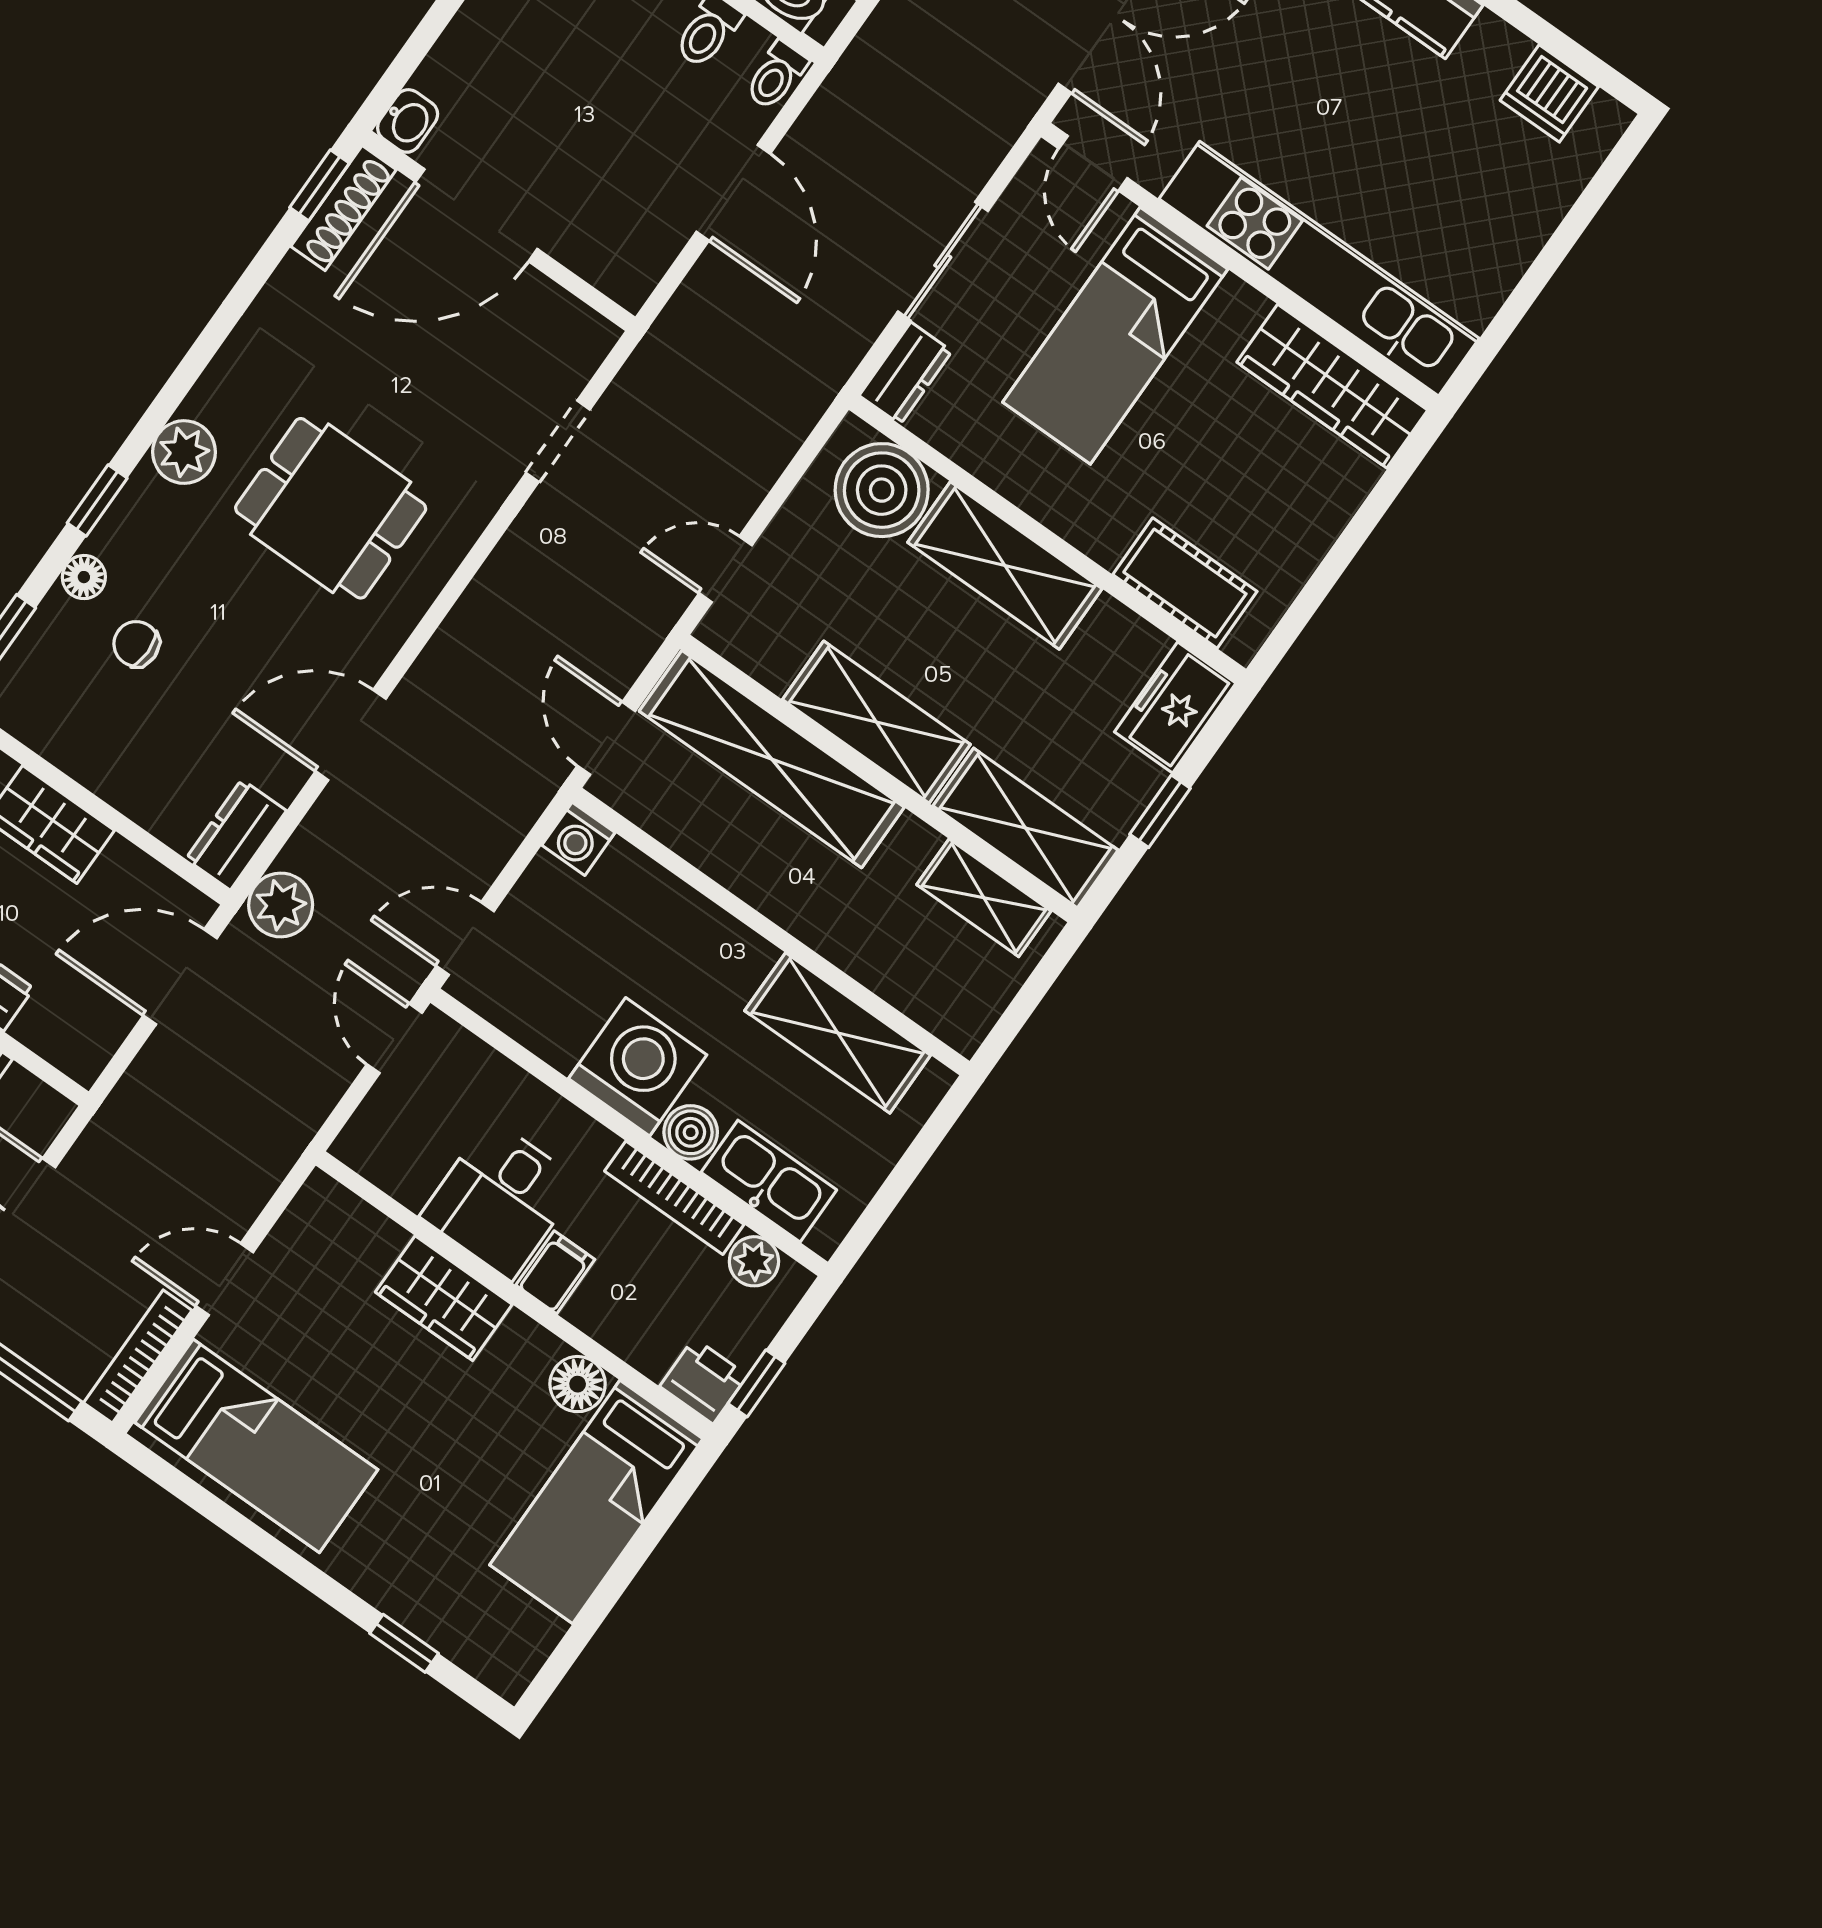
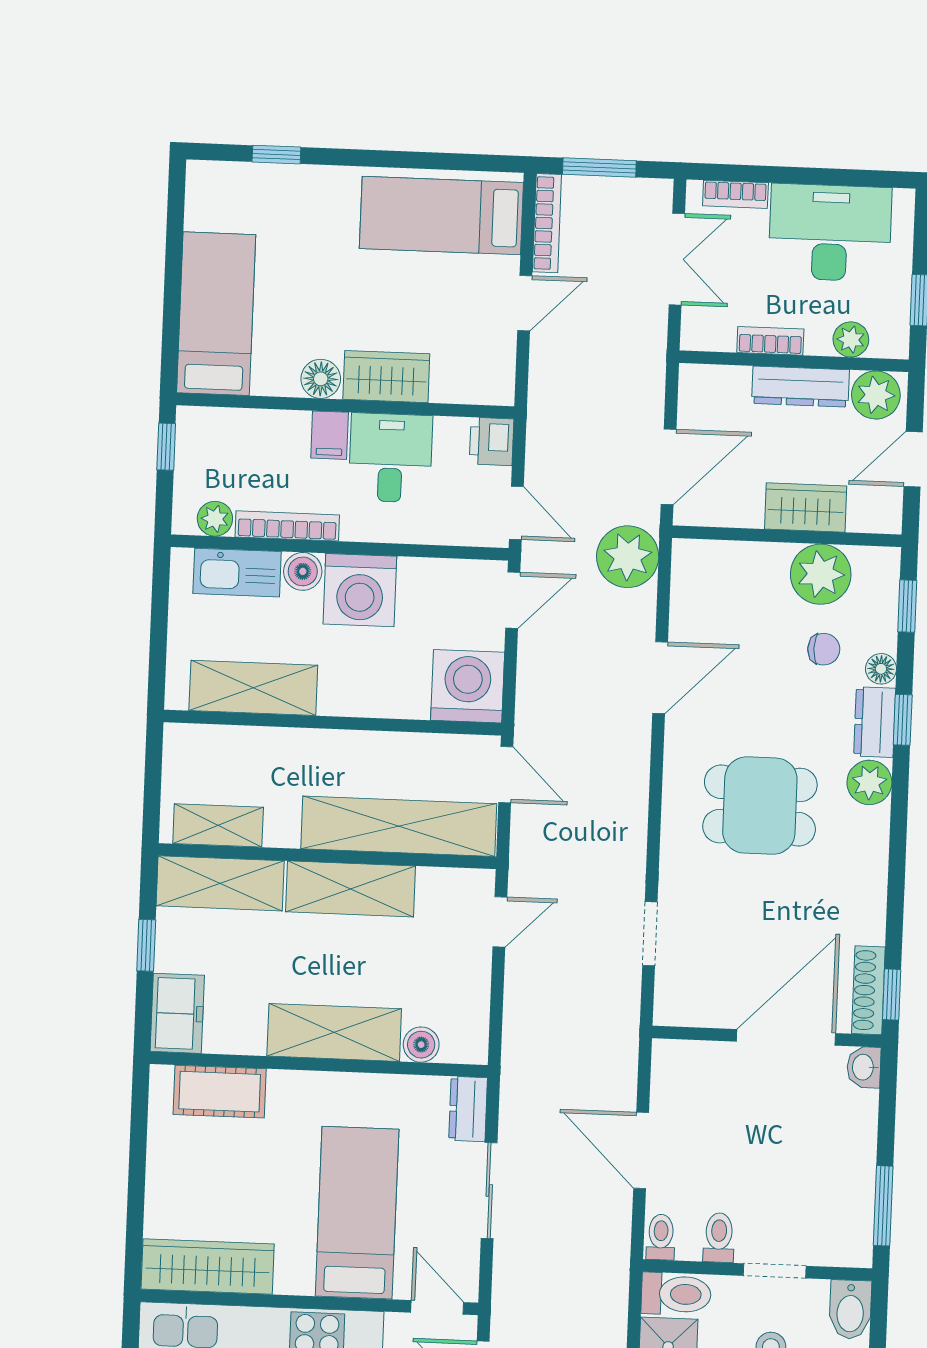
boiler: (882, 490) -> (421, 1045), width x0.54, depth x0.54
plant: (83, 734) -> (821, 574), added
dresser: (236, 835) -> (875, 722), moved, turned 180
washing machine: (578, 839) -> (468, 686), width x1.89, depth x1.89
plant: (281, 905) -> (628, 557), width x1.36, depth x1.36
printer: (704, 1381) -> (492, 441), moved, turned 90
floor lamp: (578, 1384) -> (321, 379), moved

